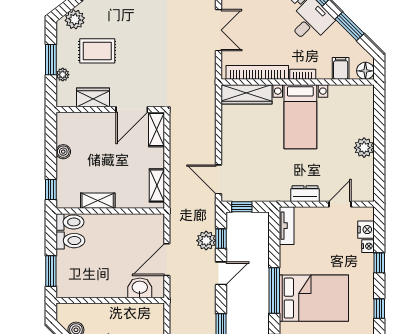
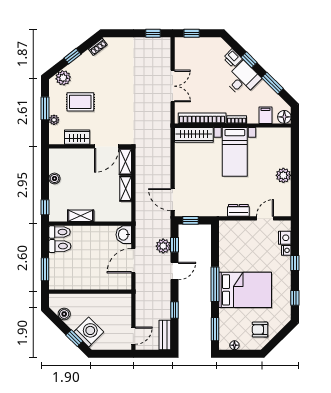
shelving: (157, 185) -> (126, 189), moved
tv unit: (287, 226) -> (224, 235), removed
washbasin: (140, 288) -> (124, 235), moved, turned -90

